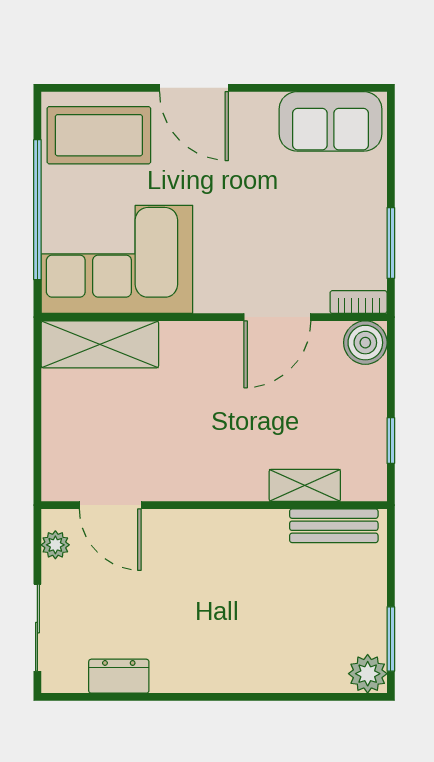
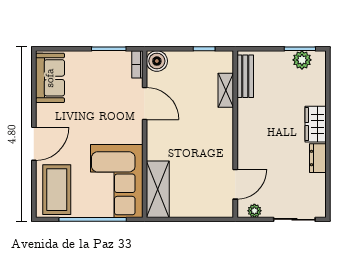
wardrobe: (235, 671) -> (316, 124), added
plant: (368, 674) -> (302, 60), moved
dresser: (119, 676) -> (318, 158), moved

